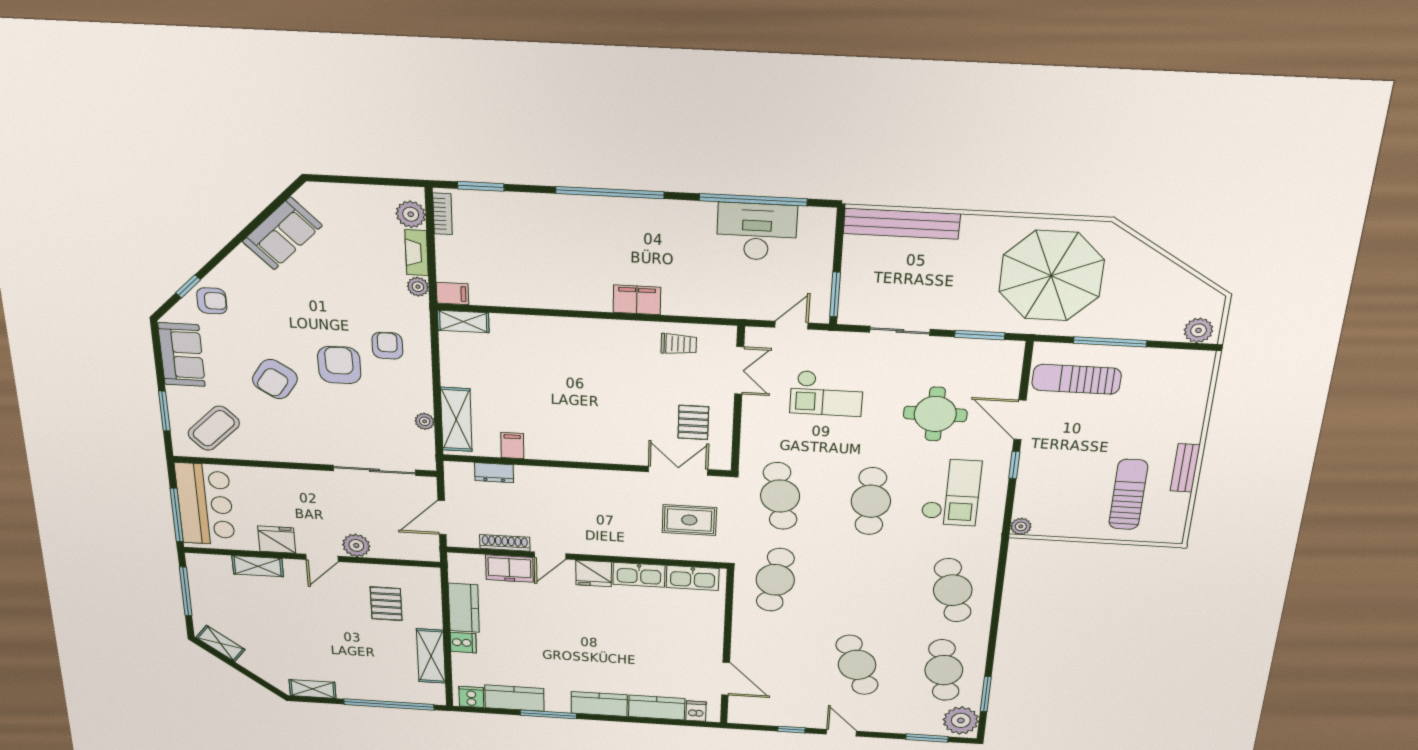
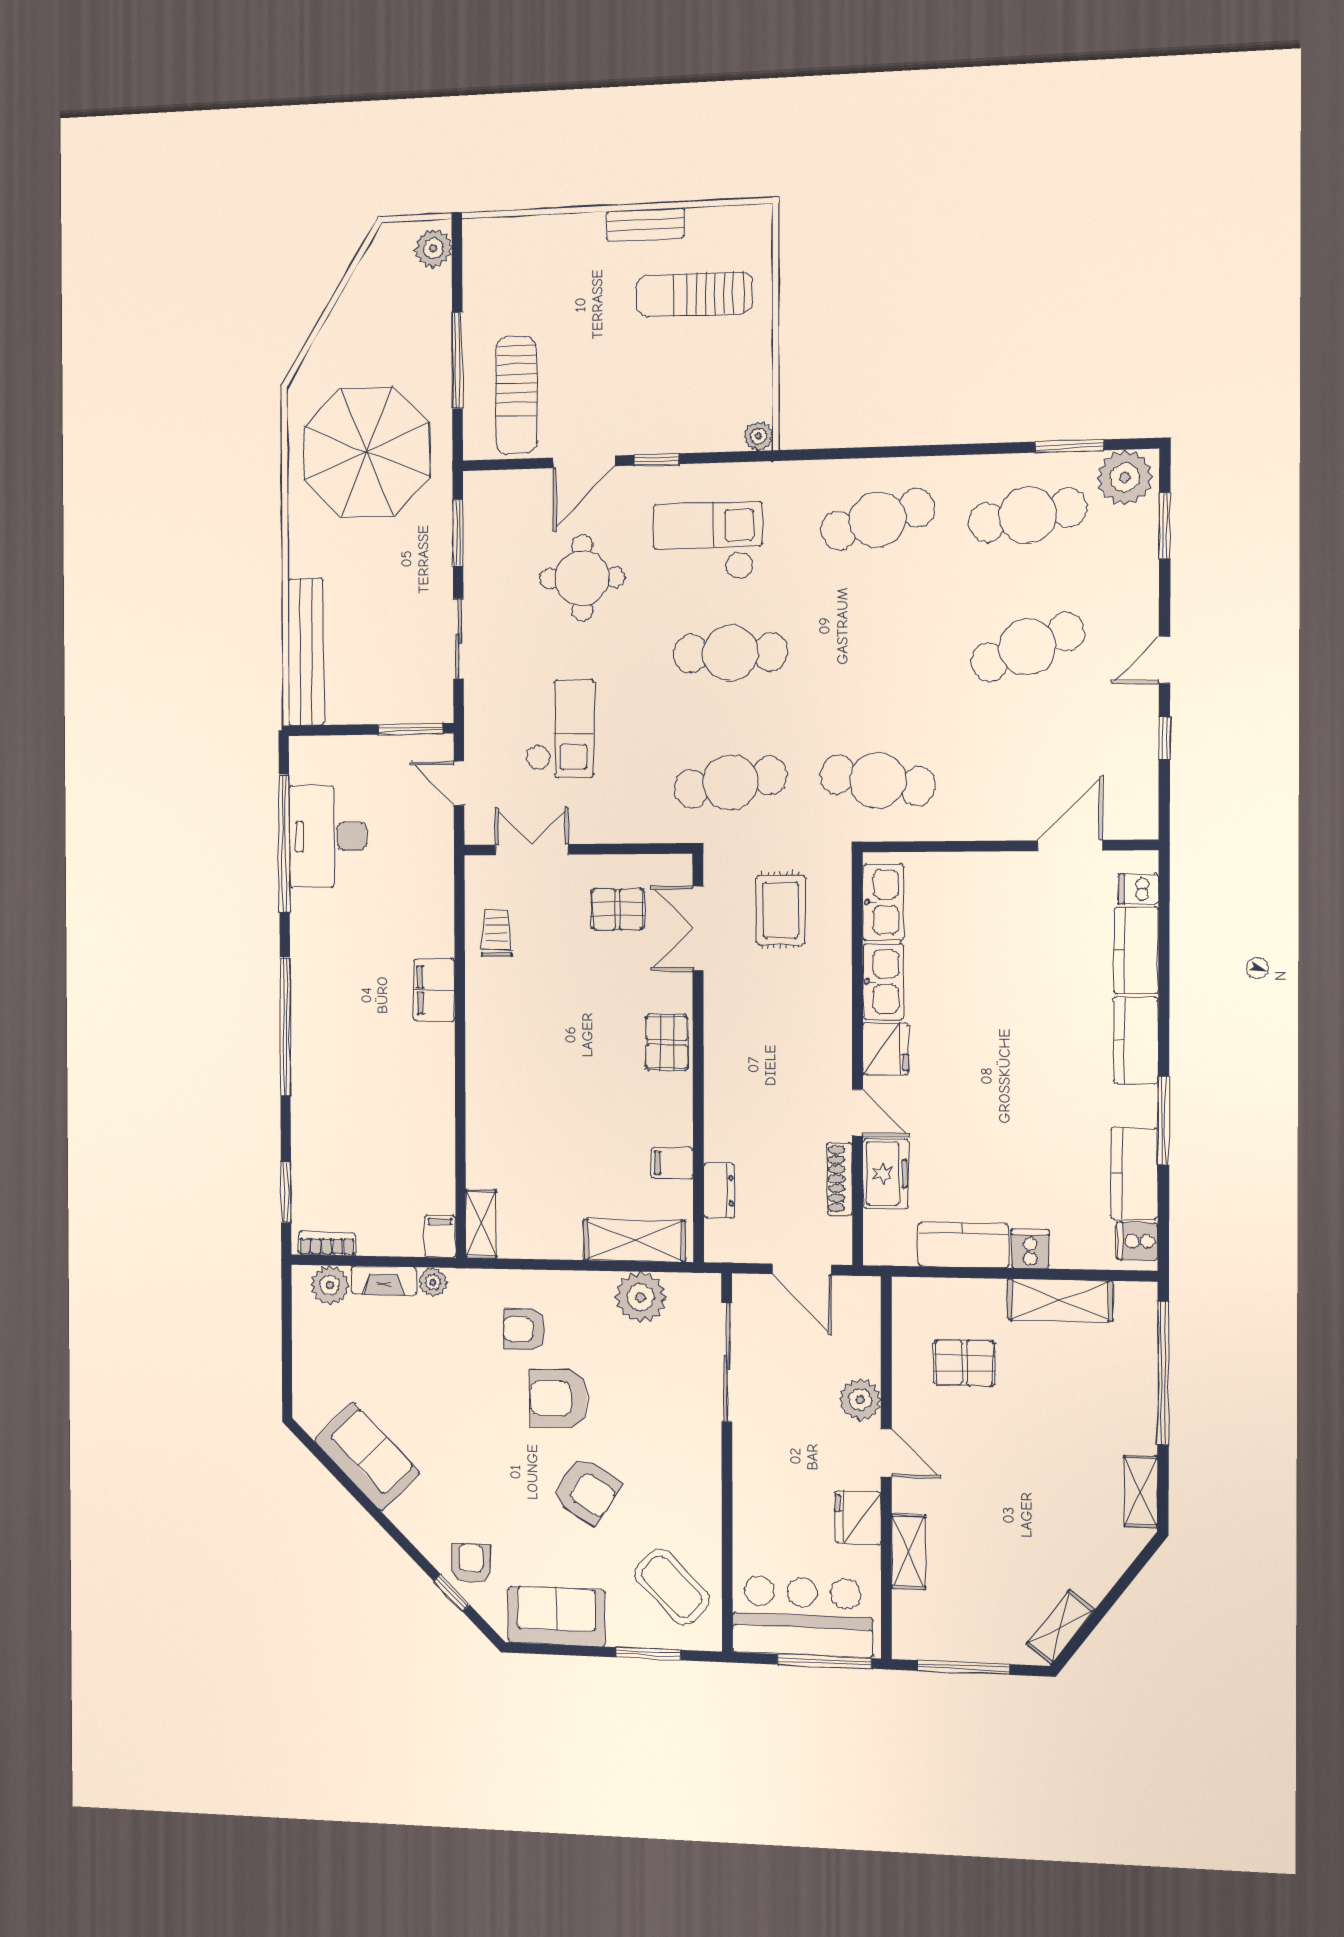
plant: (425, 421) -> (641, 1297), width x1.88, depth x1.88
pallet: (598, 447) -> (667, 1042), added

